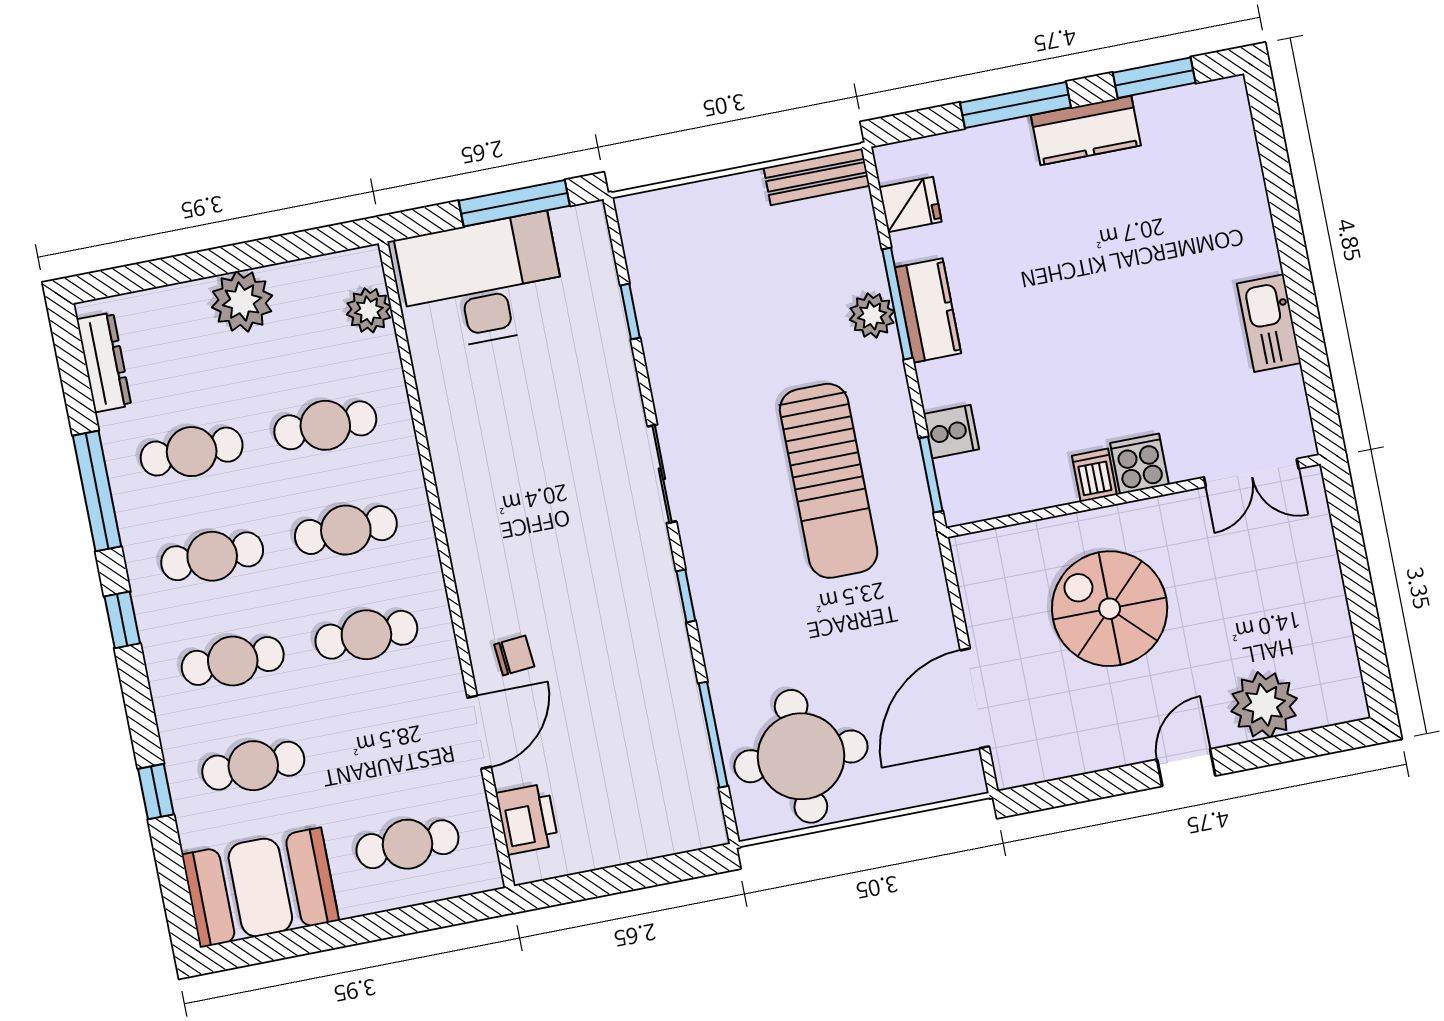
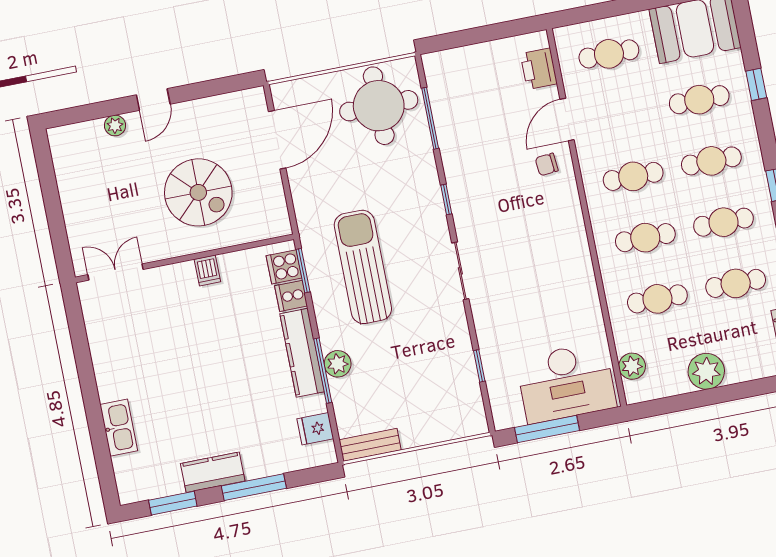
kitchen counter: (928, 310) -> (302, 353), width x1.50
kitchen sink: (1269, 323) -> (119, 428), moved
cooker: (1140, 464) -> (284, 267), moved, turned 90
plant: (1264, 705) -> (115, 125), width x0.53, depth x0.53

